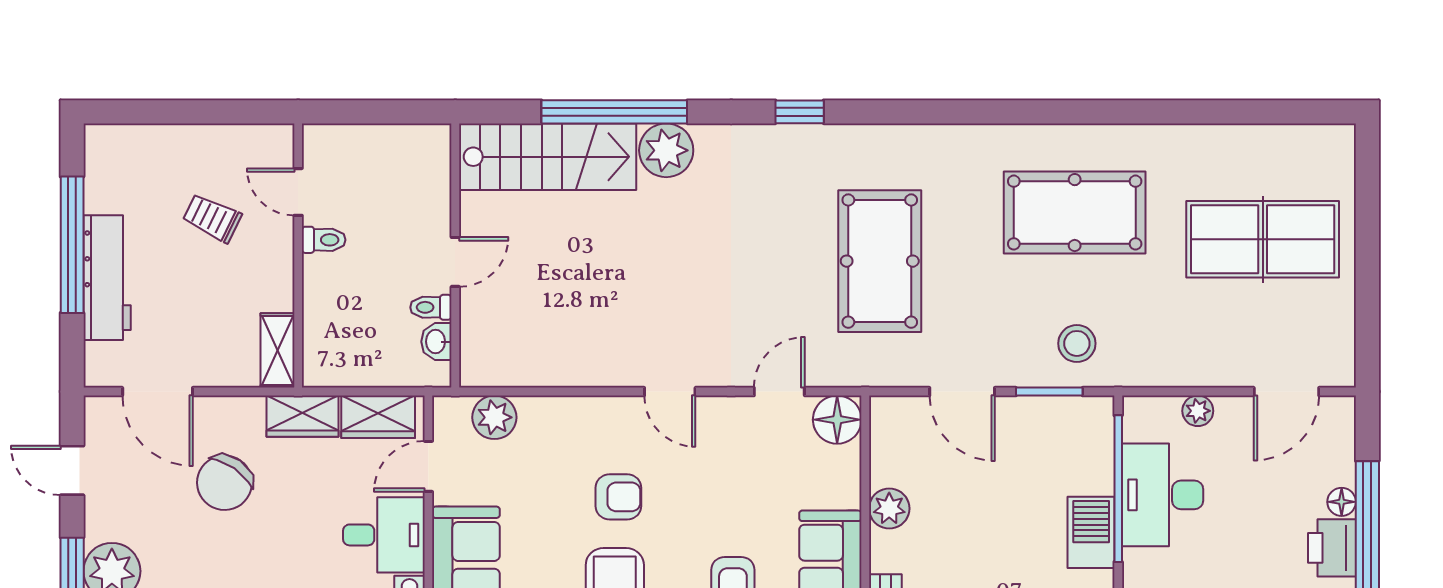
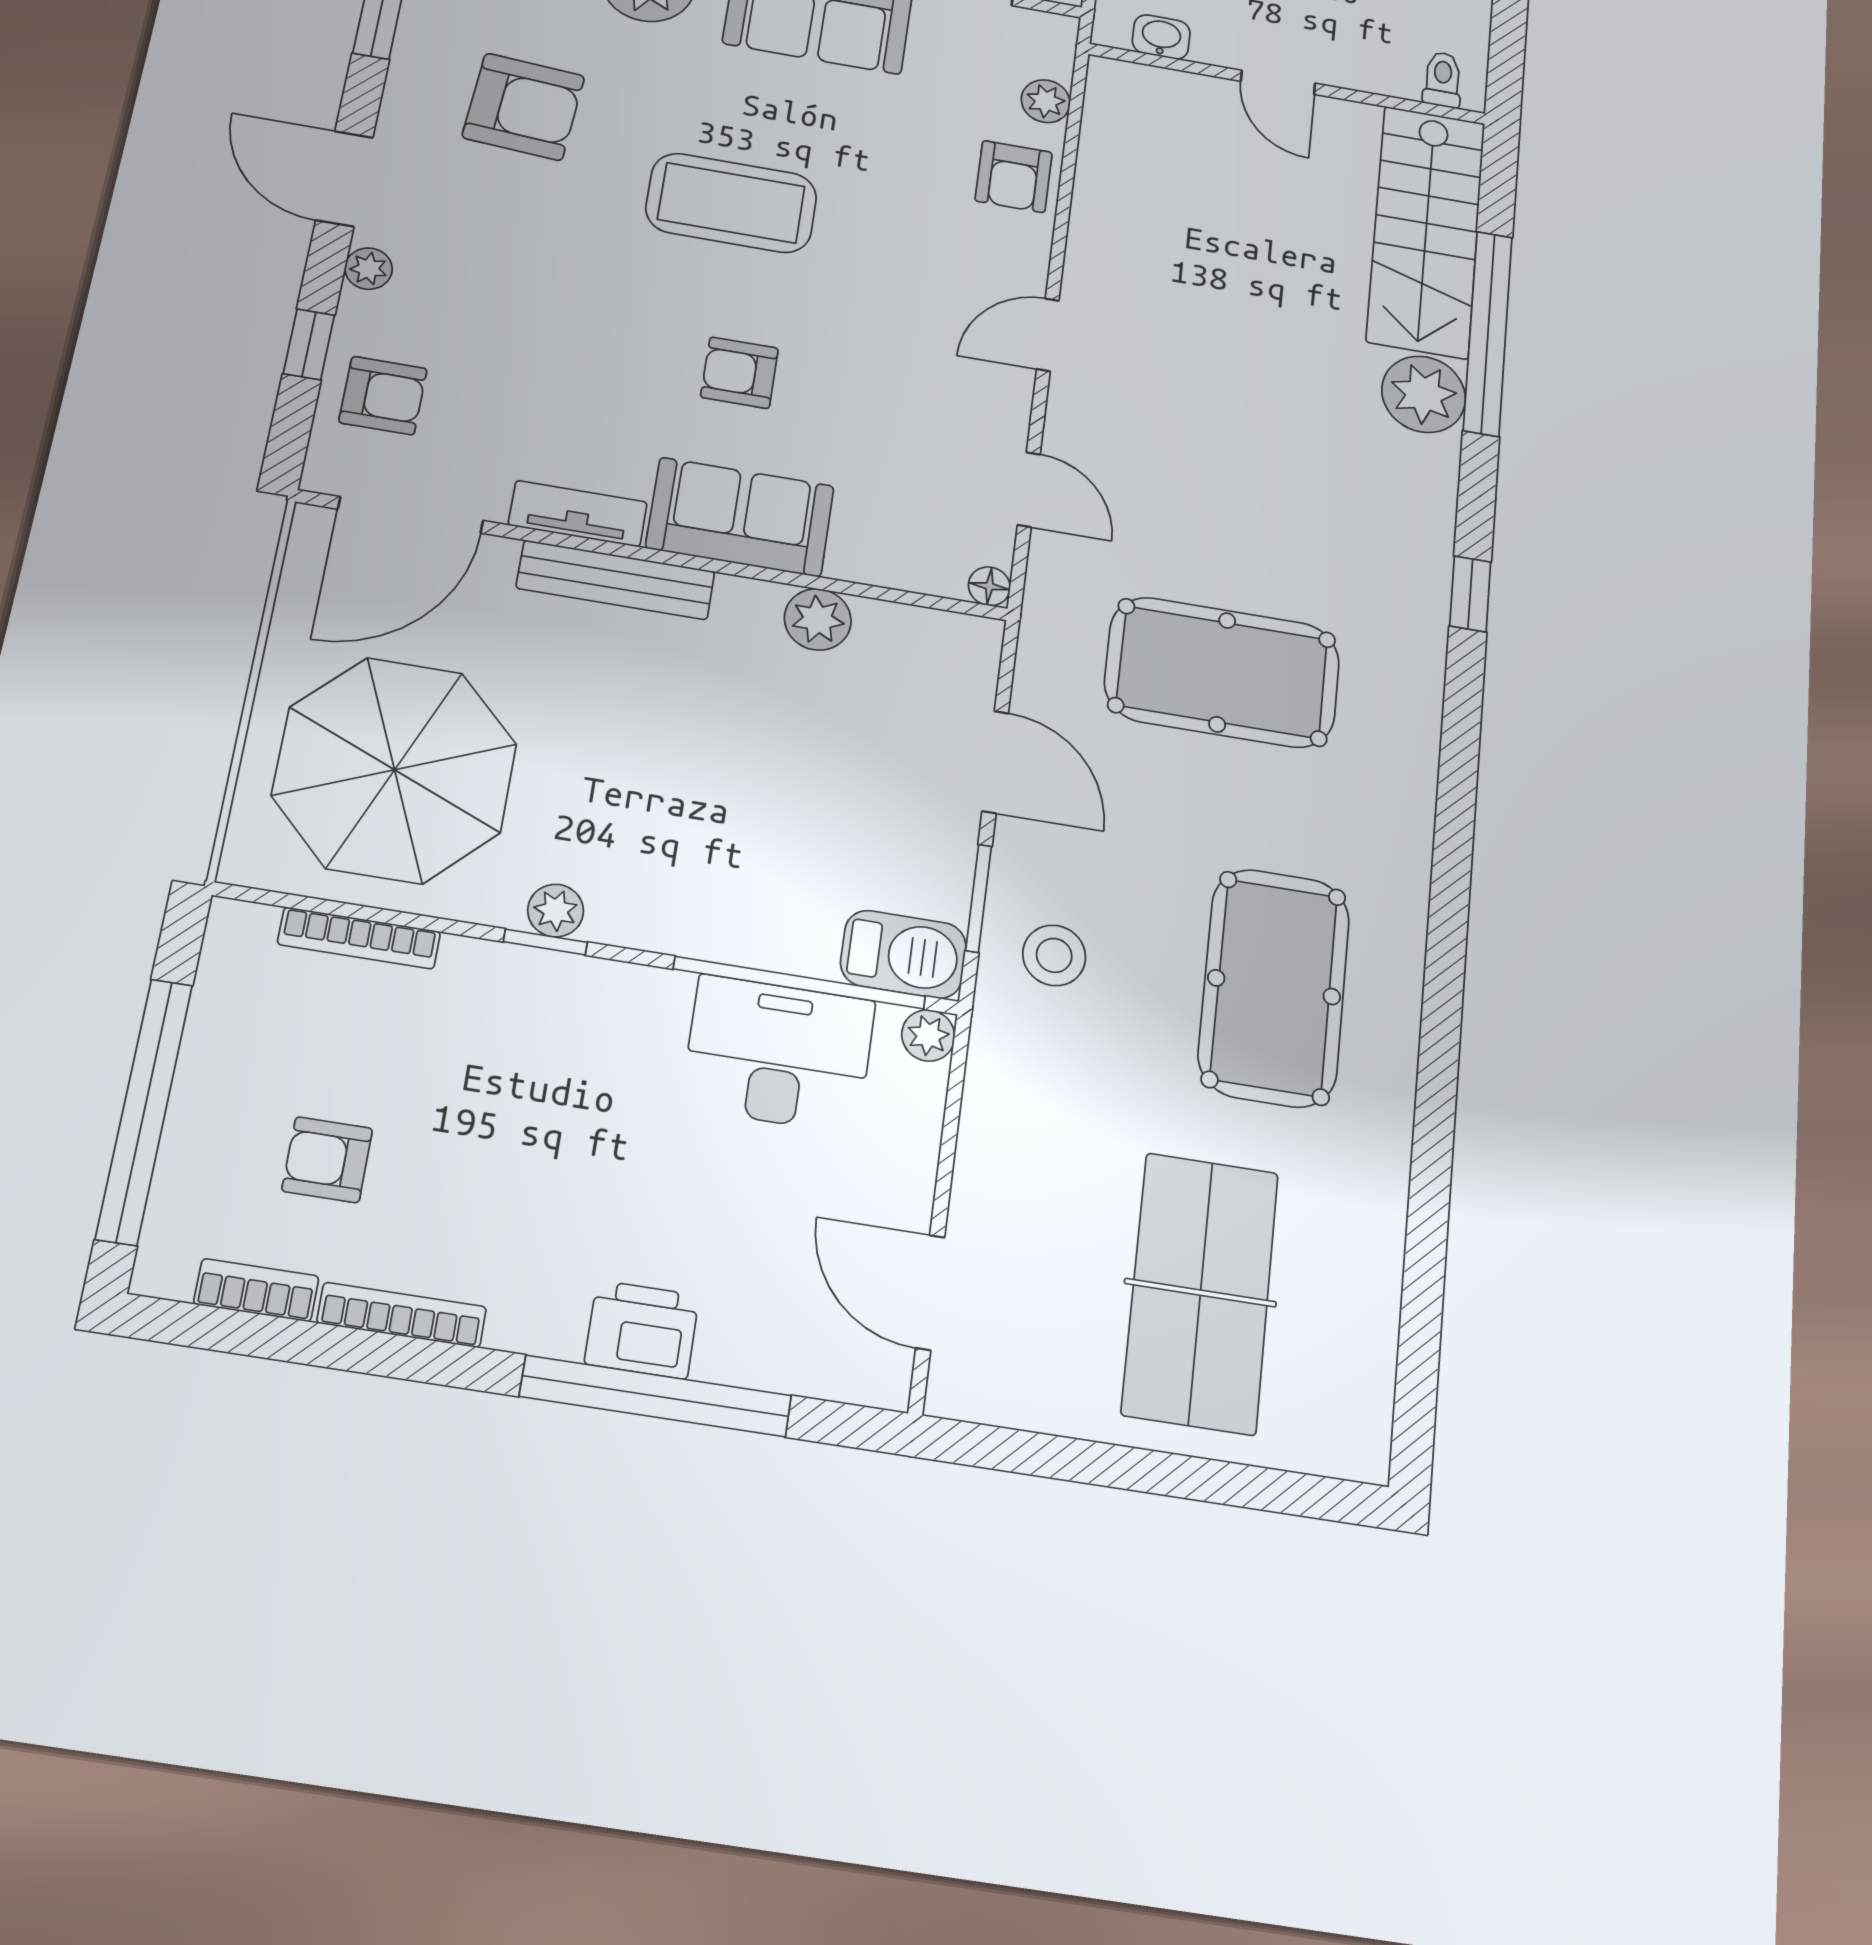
toilet: (431, 307) -> (1442, 80), moved
door: (962, 392) -> (995, 762), swing flipped
plant: (1198, 411) -> (928, 1035), moved
plant: (494, 417) -> (1046, 101), width x0.73, depth x0.73
floor lamp: (837, 420) -> (989, 586), width x0.53, depth x0.53
armchair: (618, 497) -> (1014, 177), moved
floor lamp: (1342, 502) -> (722, 1359), removed
barbecue: (1091, 532) -> (903, 954), moved

